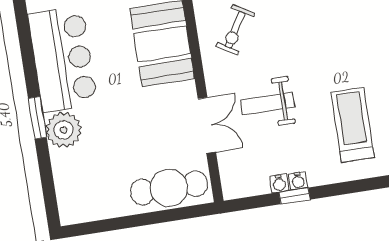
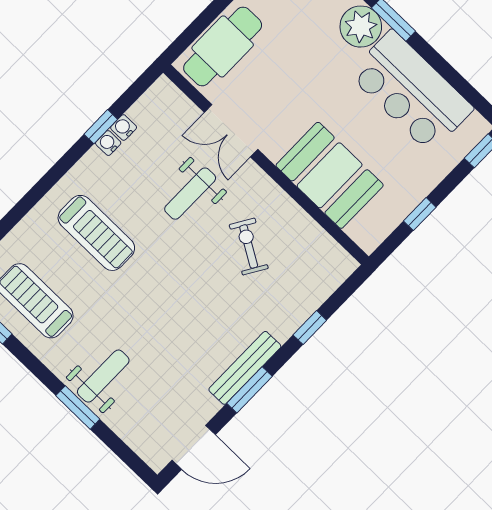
exercise bike: (235, 30) -> (249, 246), moved
weight bench: (268, 103) -> (190, 194), turned 180

